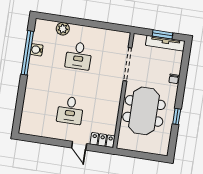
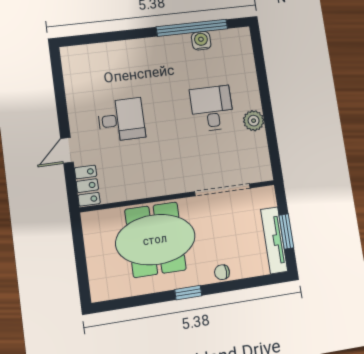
plant: (63, 29) -> (254, 121), moved
desk: (79, 56) -> (212, 108), turned 90
desk: (70, 110) -> (121, 120), turned 180
window: (177, 116) -> (188, 293), moved

